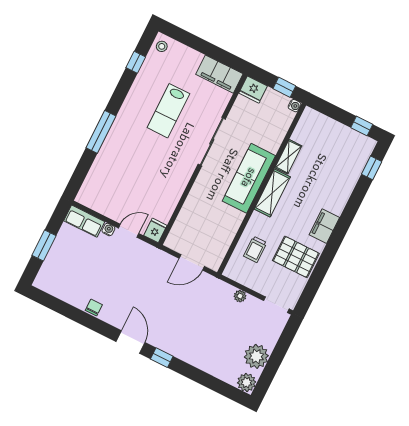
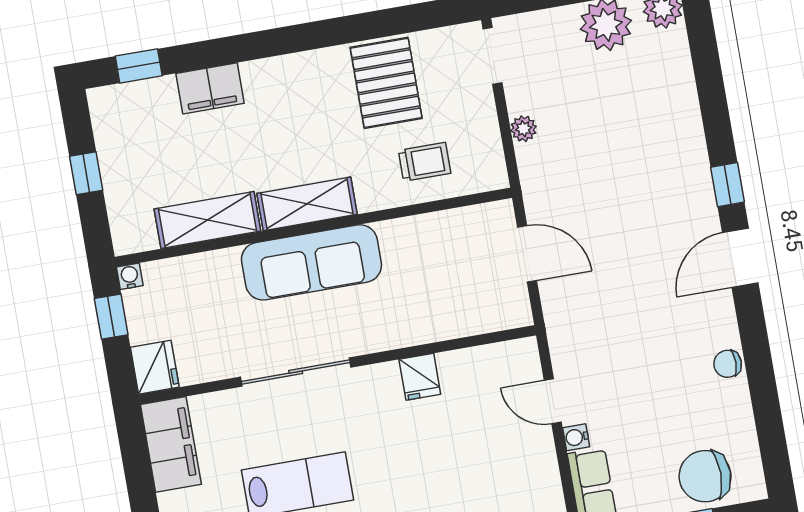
window: (362, 126) -> (86, 173), moved
shelving: (288, 157) -> (207, 220), width x1.50, depth x1.33
filing cabinet: (324, 226) -> (210, 88), moved
fridge: (155, 230) -> (420, 377), moved, turned -90
chair: (58, 267) -> (705, 476), added

